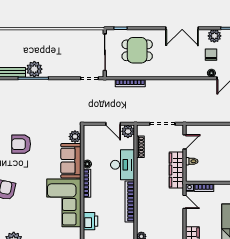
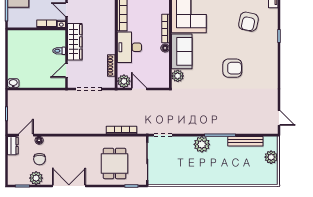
dining table: (137, 50) -> (115, 163), turned 90
plant: (34, 69) -> (202, 144), moved

